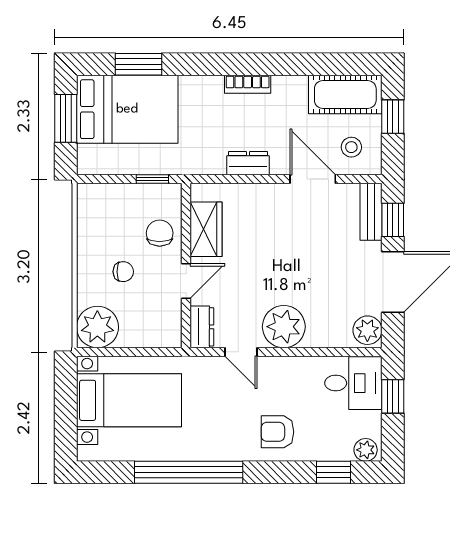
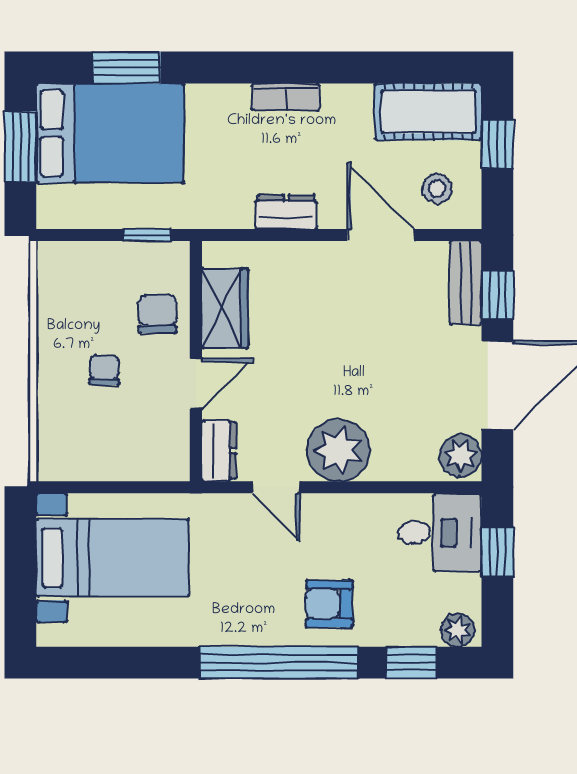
chair: (123, 272) -> (104, 370), turned -90
plant: (97, 327) -> (67, 451), removed
window: (189, 472) -> (279, 663), moved

